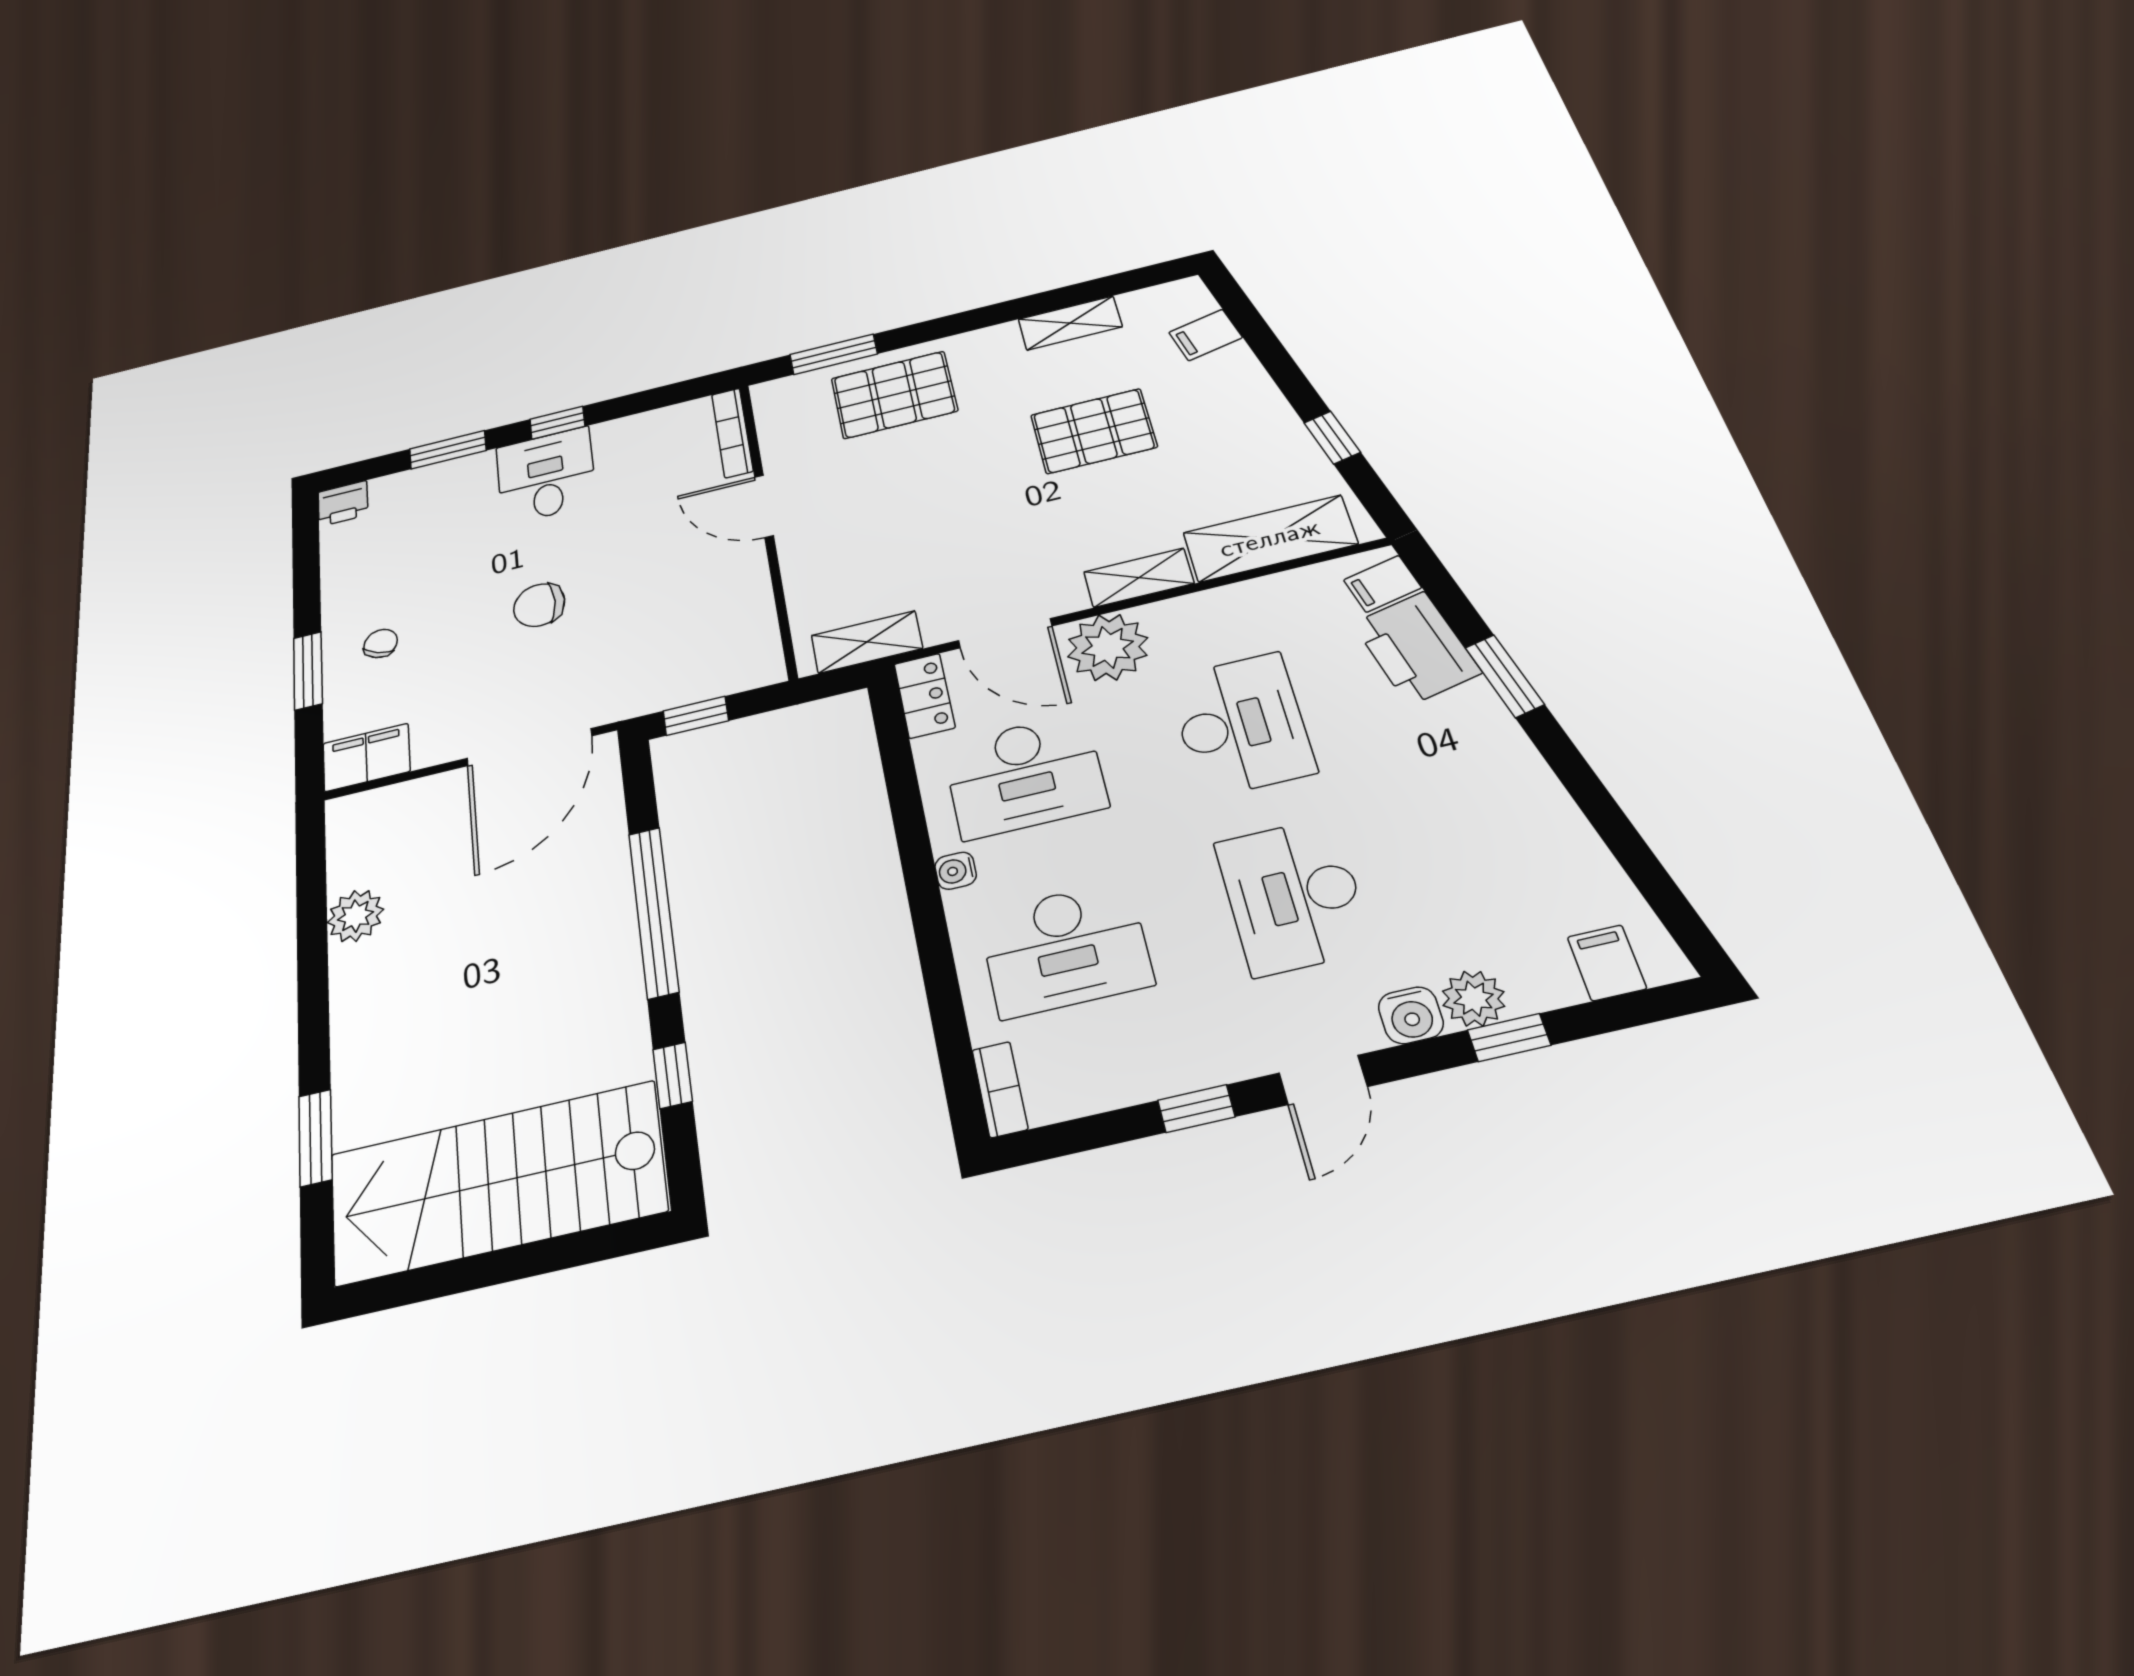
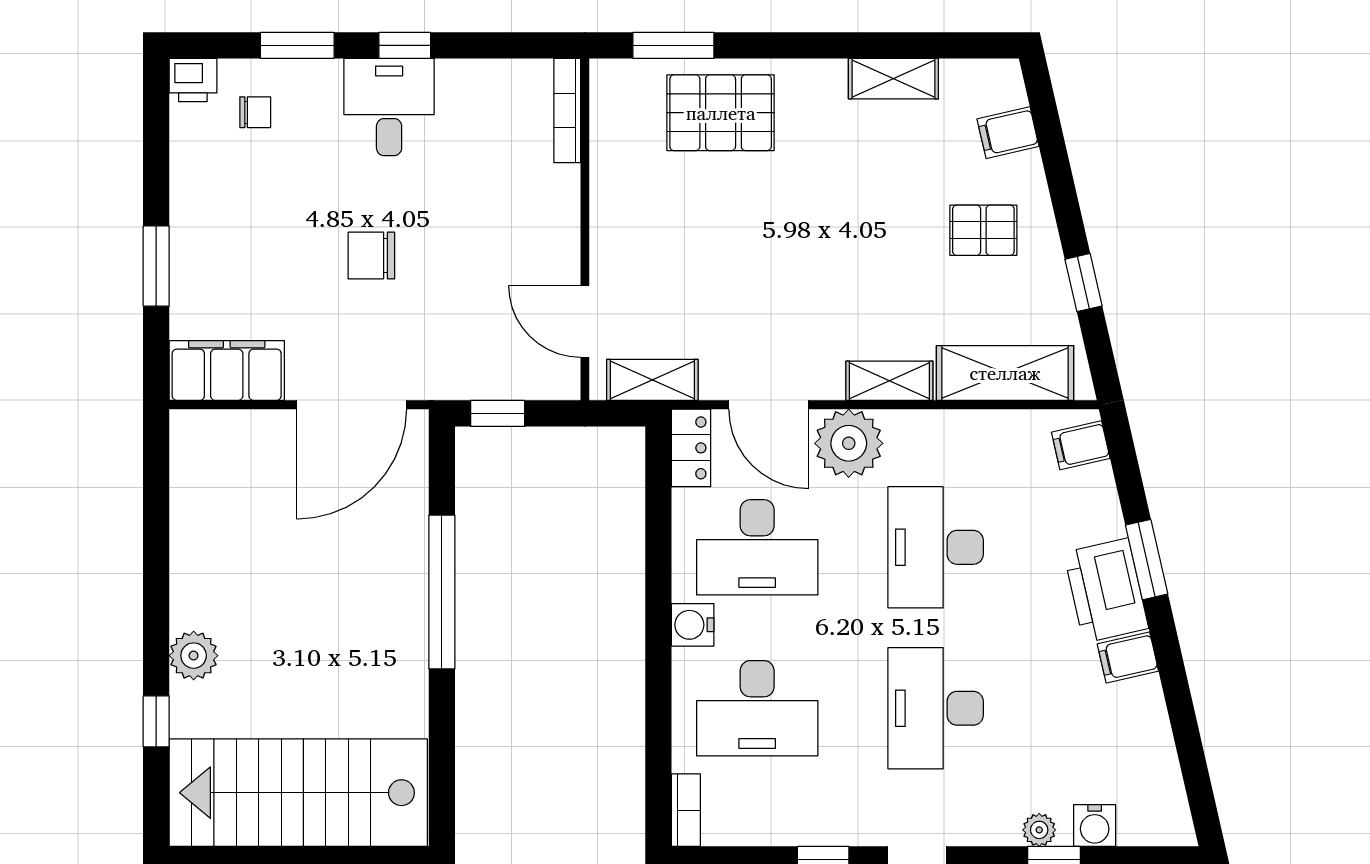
pallet: (1094, 431) -> (983, 230), moved, width x0.67, depth x0.71
door: (764, 506) -> (585, 321), moved
chair: (381, 643) -> (255, 112), moved, turned 70
printer: (1416, 648) -> (1106, 590), moved
desk: (1241, 725) -> (936, 547), turned 180
filing cabinet: (366, 757) -> (227, 371), width x1.50, depth x1.17
water cooler: (956, 871) -> (693, 625), width x1.38, depth x1.38
plant: (355, 916) -> (194, 656), moved
filing cabinet: (1607, 963) -> (1128, 657), moved, turned -103
plant: (1474, 999) -> (1039, 830), width x0.73, depth x0.73
water cooler: (1411, 1015) -> (1095, 825), moved
window: (673, 1075) -> (442, 738), removed
window: (315, 1138) -> (156, 721), width x0.67

